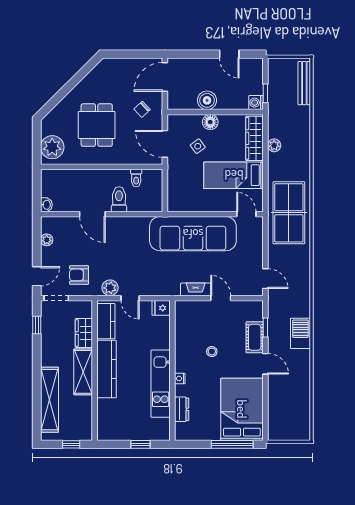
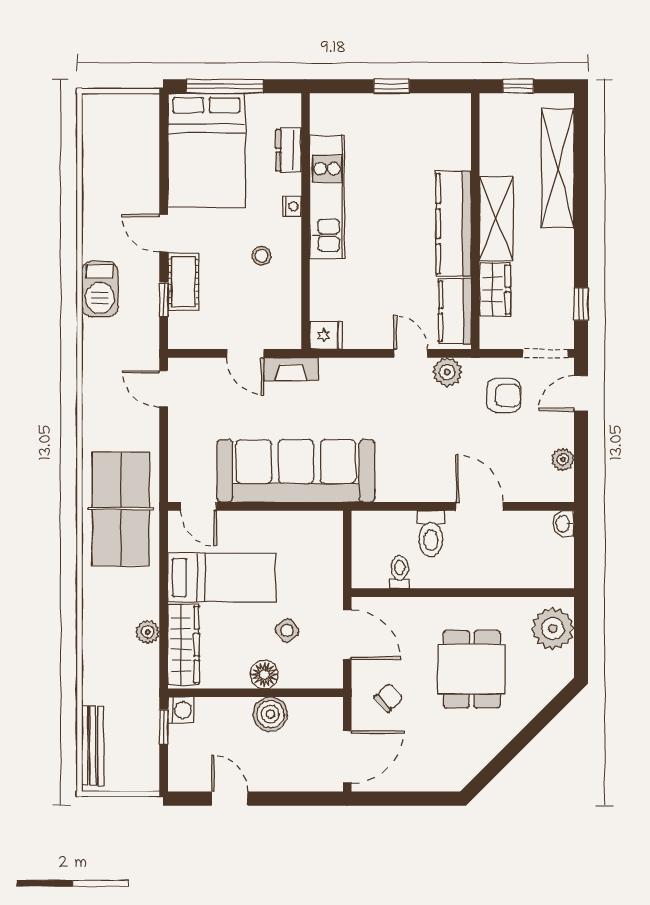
fridge: (161, 308) -> (326, 335), moved
wall: (172, 370) -> (305, 221), moved
nightstand: (180, 379) -> (292, 206), moved
kitchen unit: (161, 384) -> (327, 197), moved
dresser: (182, 409) -> (289, 150), moved

